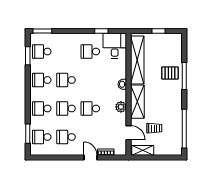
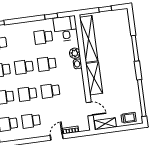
pallet: (170, 73) -> (121, 47), removed
school desk: (90, 80) -> (47, 64), added
plant: (121, 107) -> (75, 53), moved
trolley: (154, 128) -> (129, 118), moved
door: (90, 157) -> (57, 137), hinge flipped

